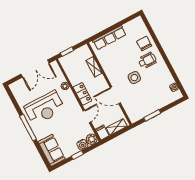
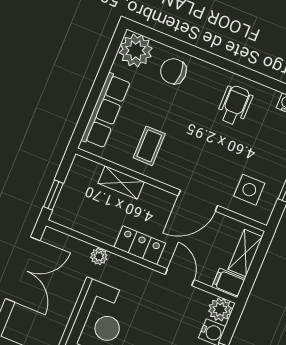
plant: (137, 25) -> (136, 50), added
wheelchair: (147, 60) -> (235, 105), moved
coffee table: (114, 62) -> (149, 146), added
side table: (134, 78) -> (249, 190), moved

